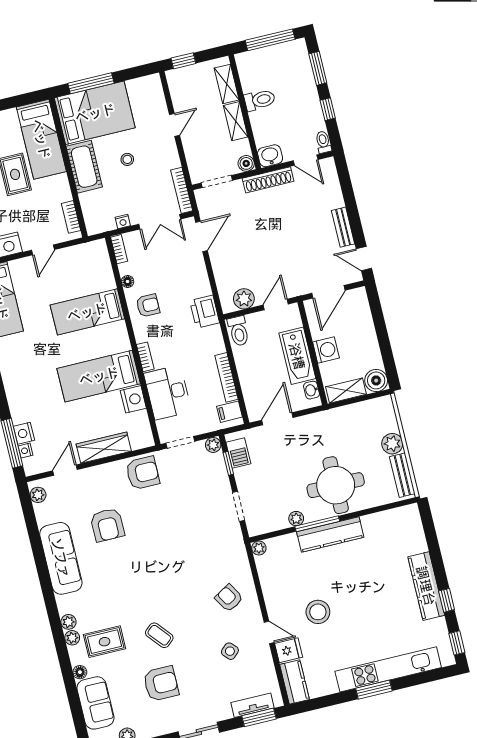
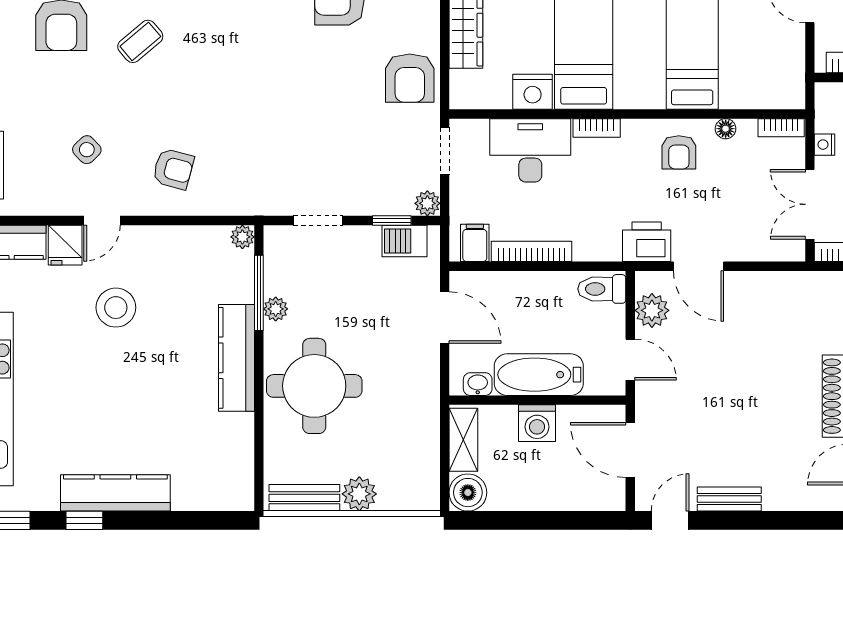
door: (202, 236) -> (699, 266), moved
window: (317, 524) -> (259, 293), moved
armchair: (229, 598) -> (173, 169), turned 46

